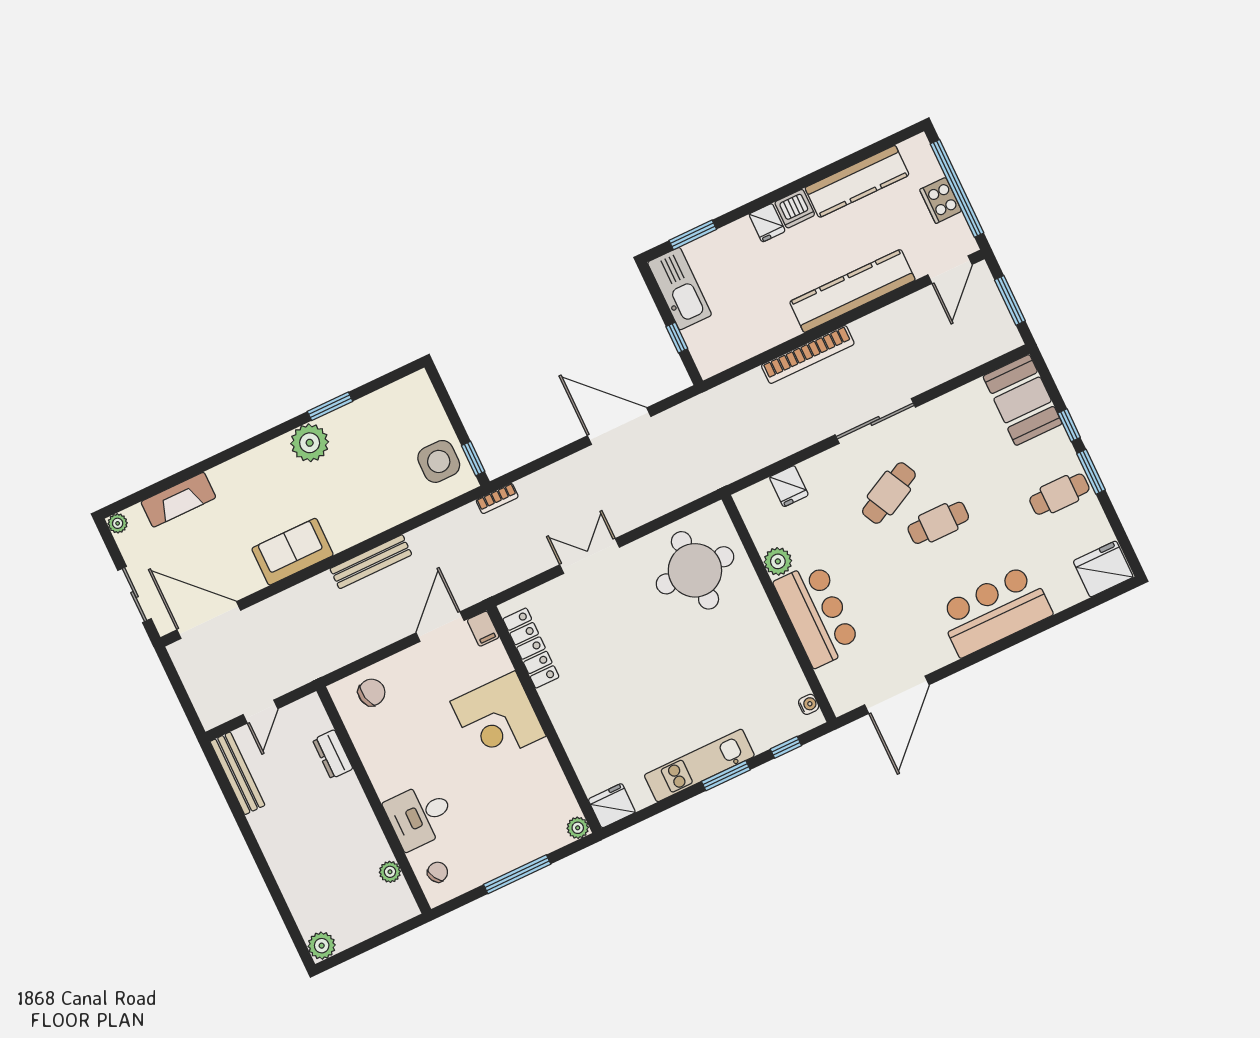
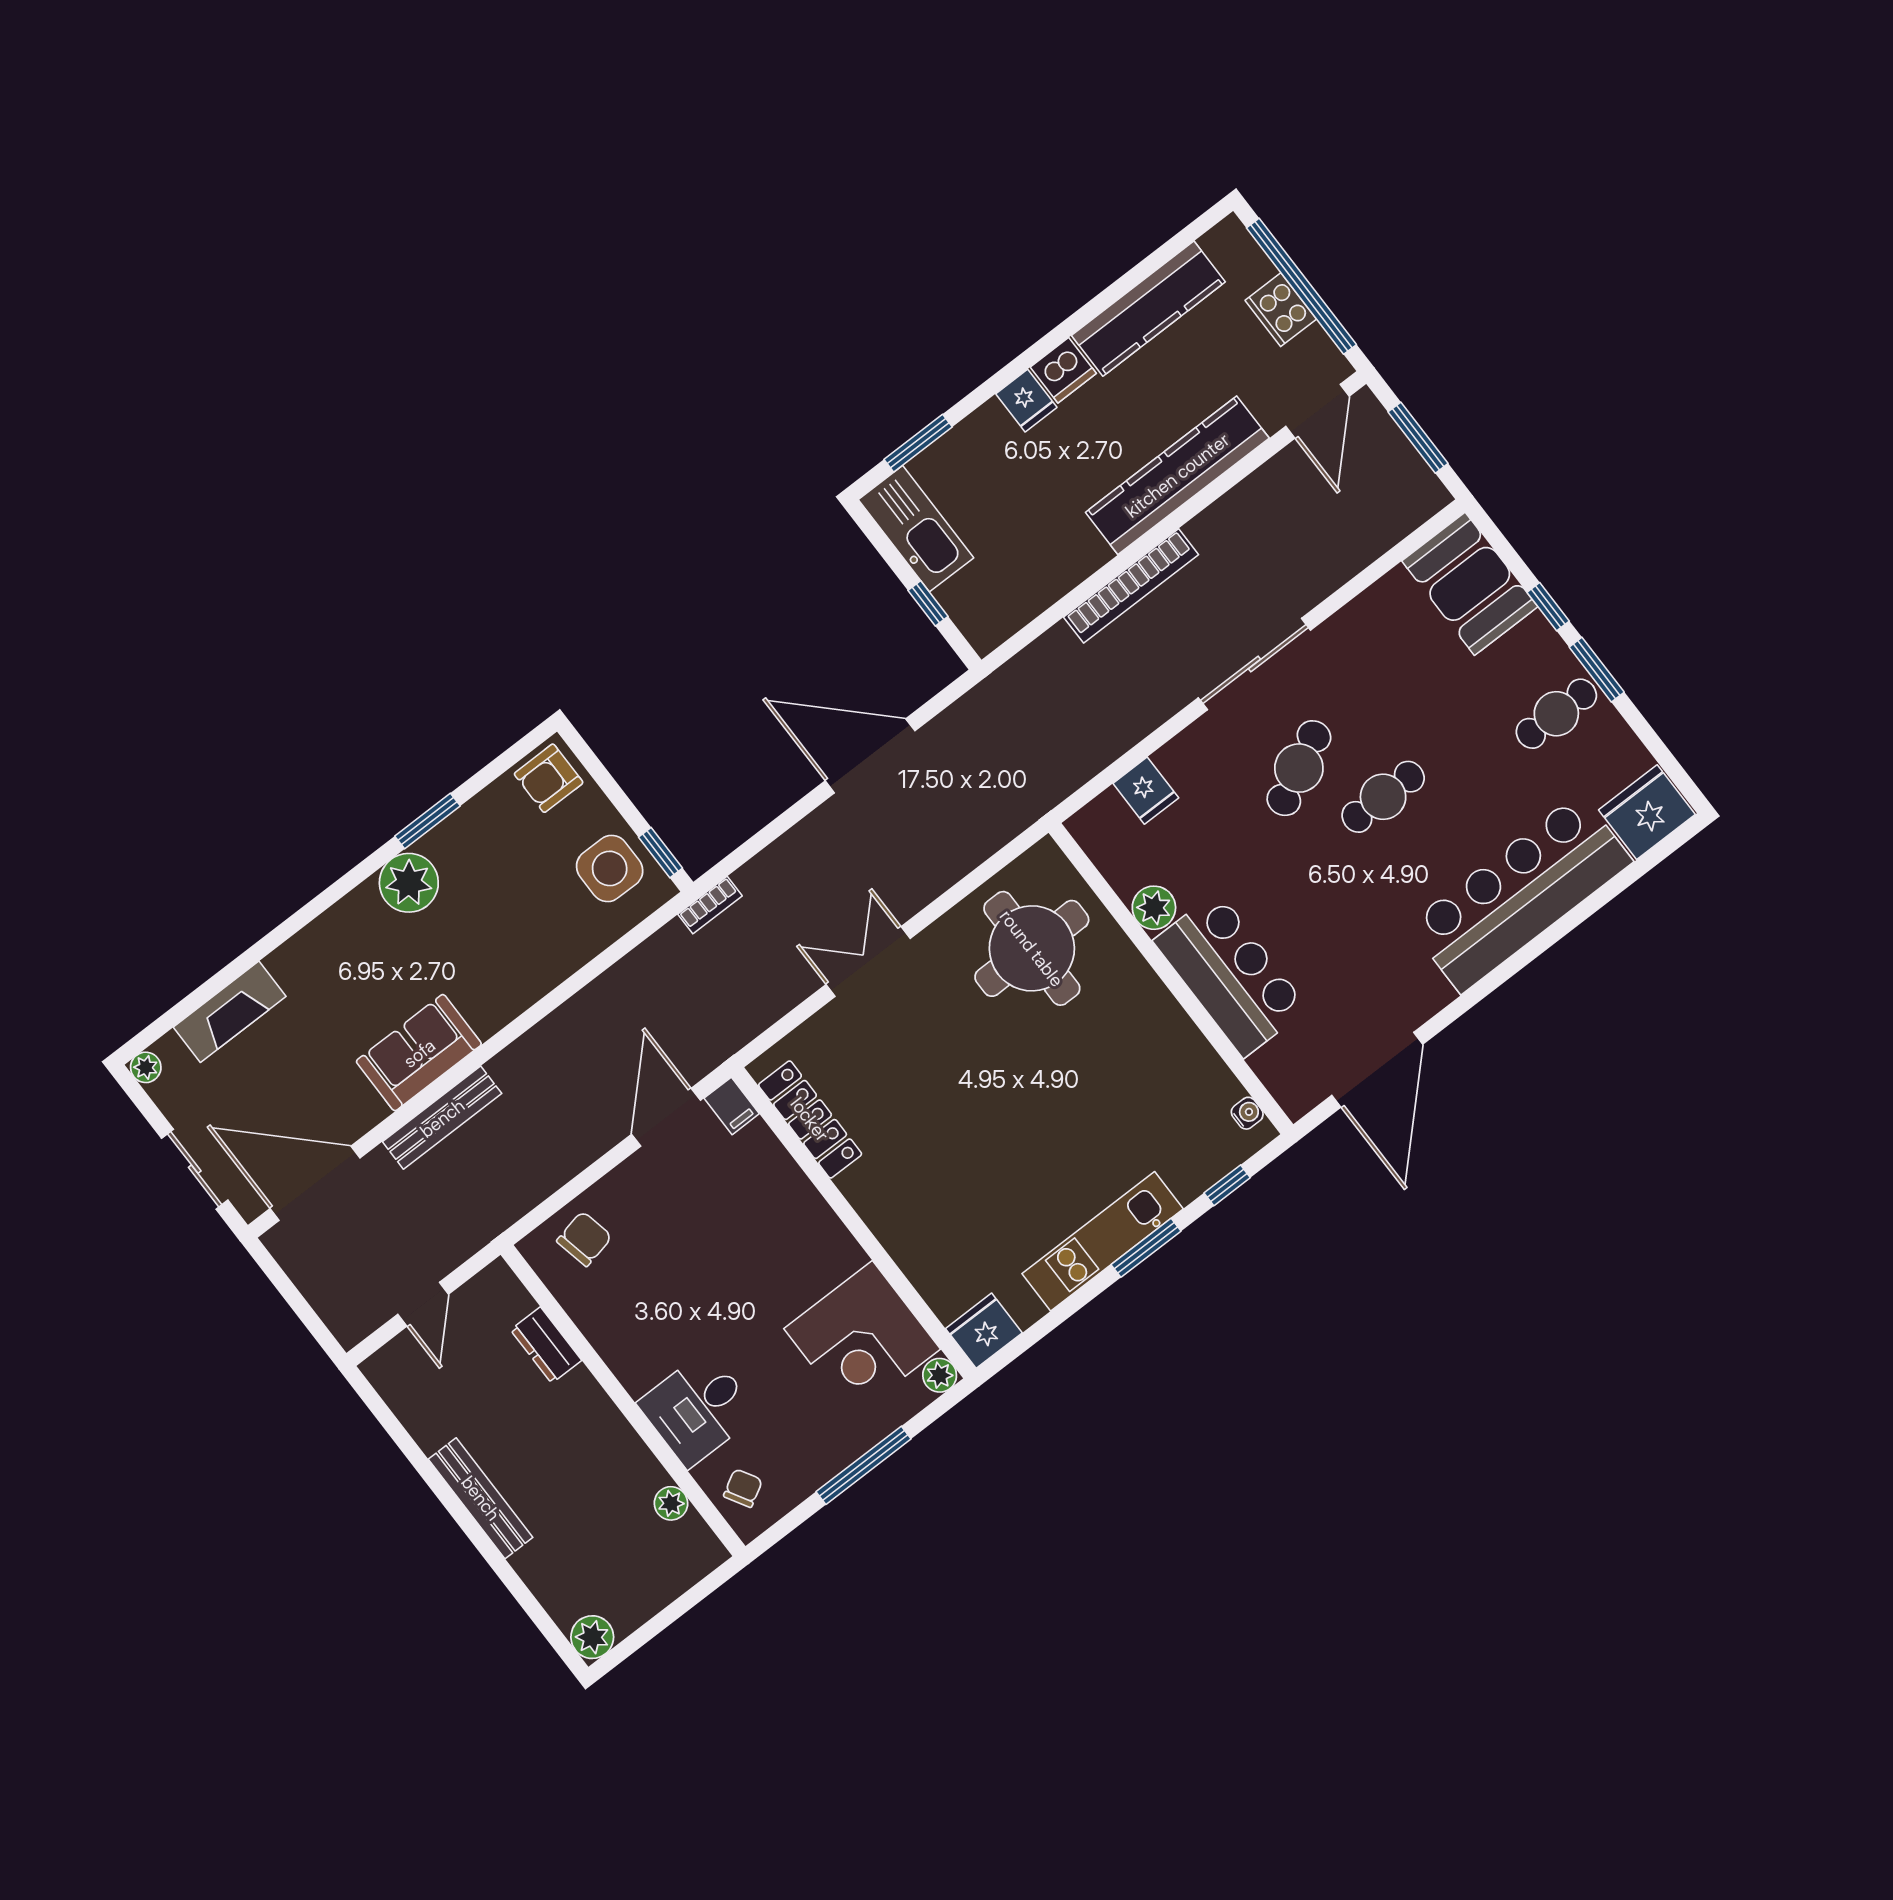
armchair: (413, 396) -> (549, 778), added
bench: (371, 562) -> (442, 1118), moved
bar counter: (995, 611) -> (1520, 893), width x1.36
corner desk: (498, 719) -> (862, 1339), moved
bench: (238, 773) -> (481, 1498), moved

